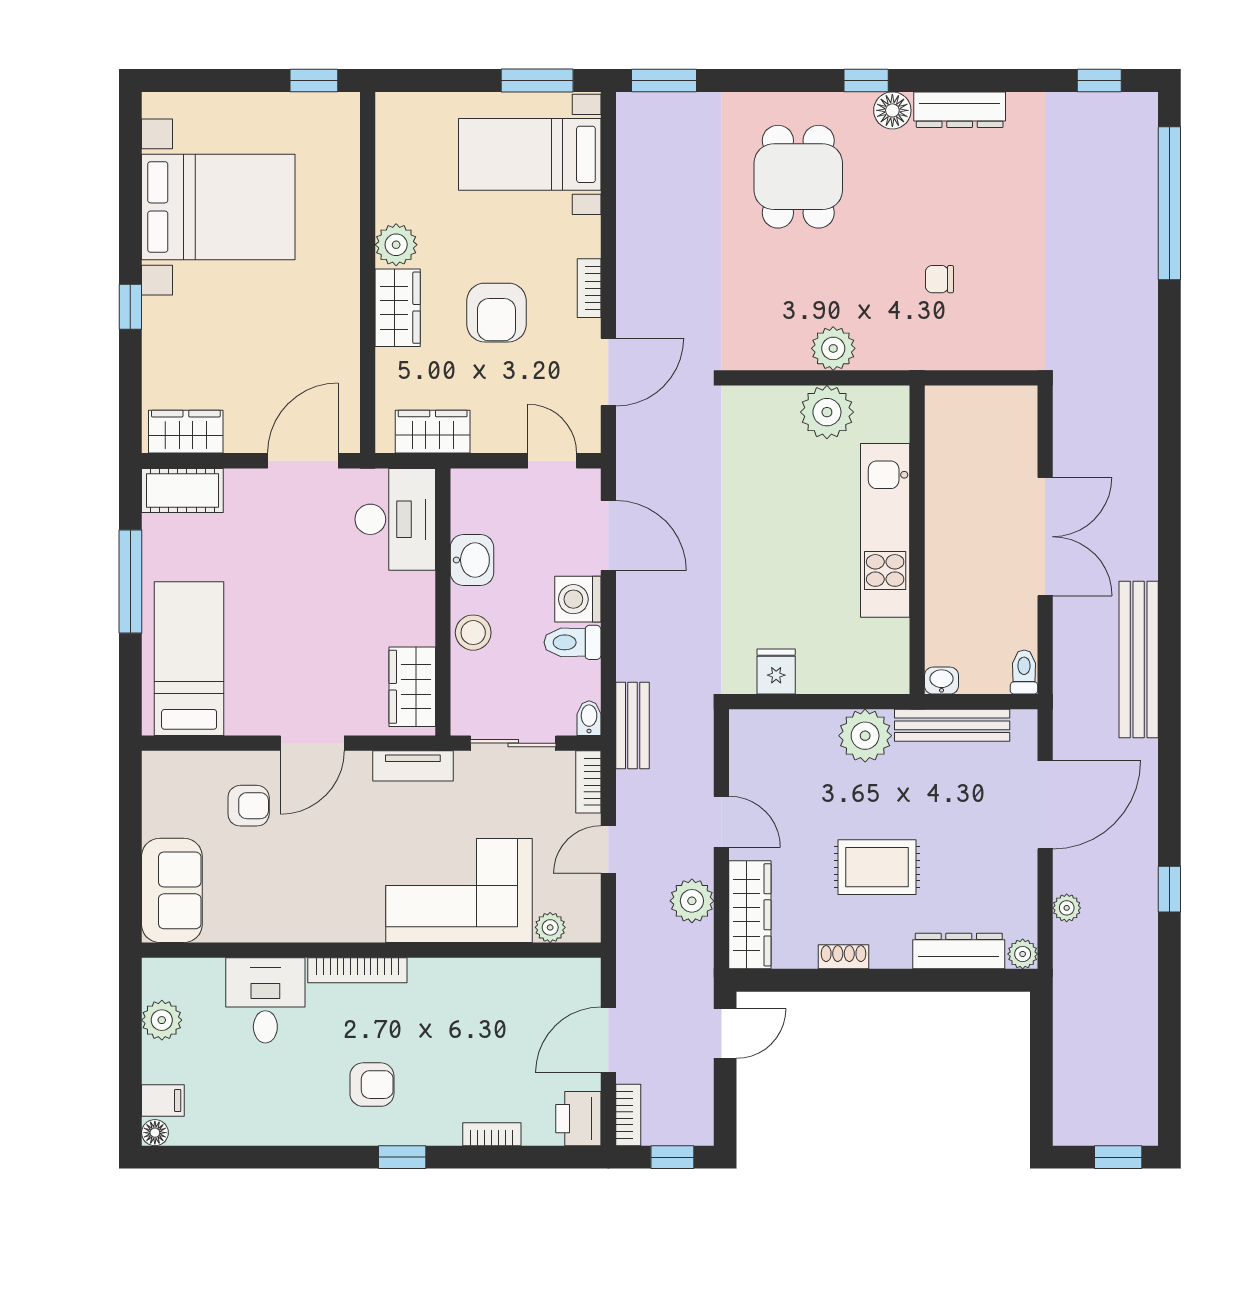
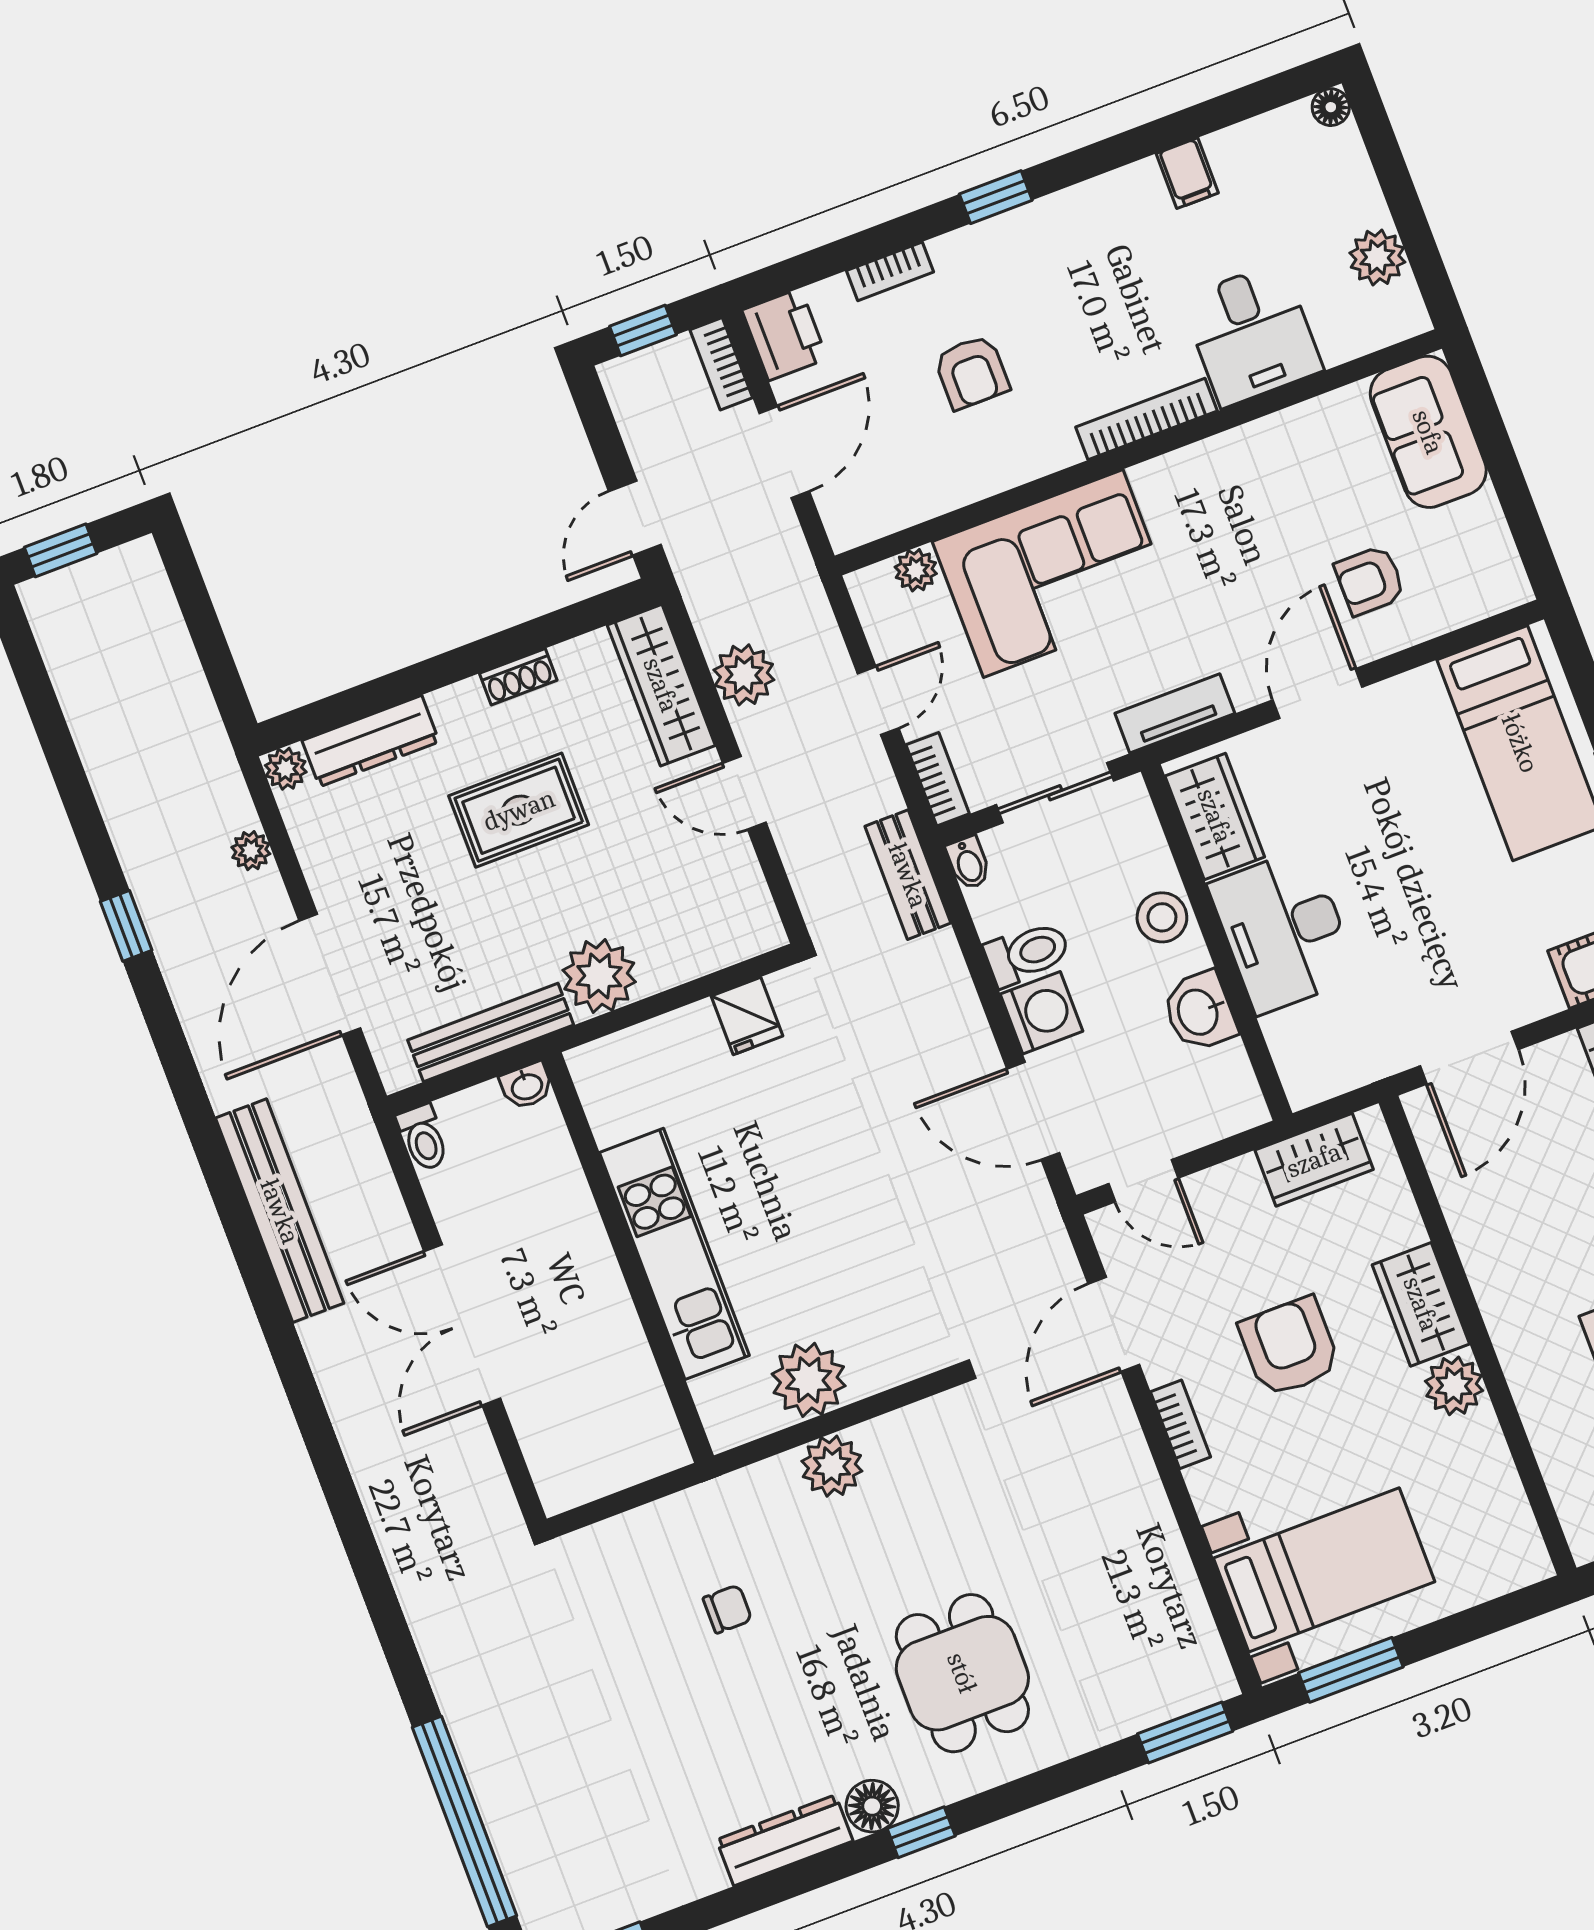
desk: (395, 519) -> (1283, 931), moved
armchair: (372, 1085) -> (972, 372), moved, turned -90
filing cabinet: (163, 1100) -> (1187, 173), moved, turned -90

